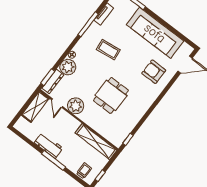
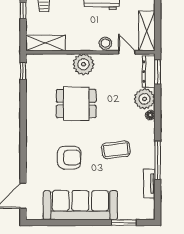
armchair: (154, 72) -> (69, 158), moved
dining table: (111, 95) -> (76, 104), turned 90
plant: (76, 106) -> (84, 64), moved
stool: (66, 118) -> (105, 43), added
shelving: (96, 142) -> (46, 43), width x0.68

